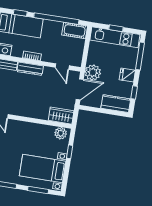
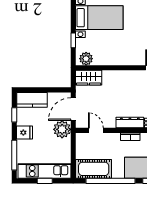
cot: (75, 30) -> (94, 169), width x1.37, depth x1.34

